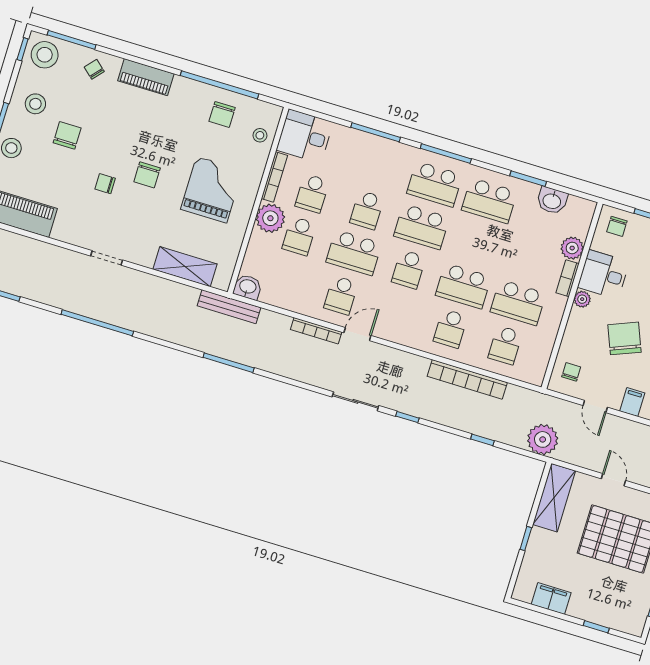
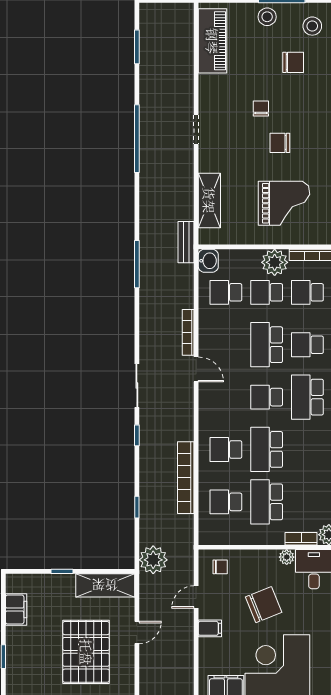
school desk: (341, 295) -> (226, 292), moved
bench: (229, 307) -> (186, 242), width x0.73

